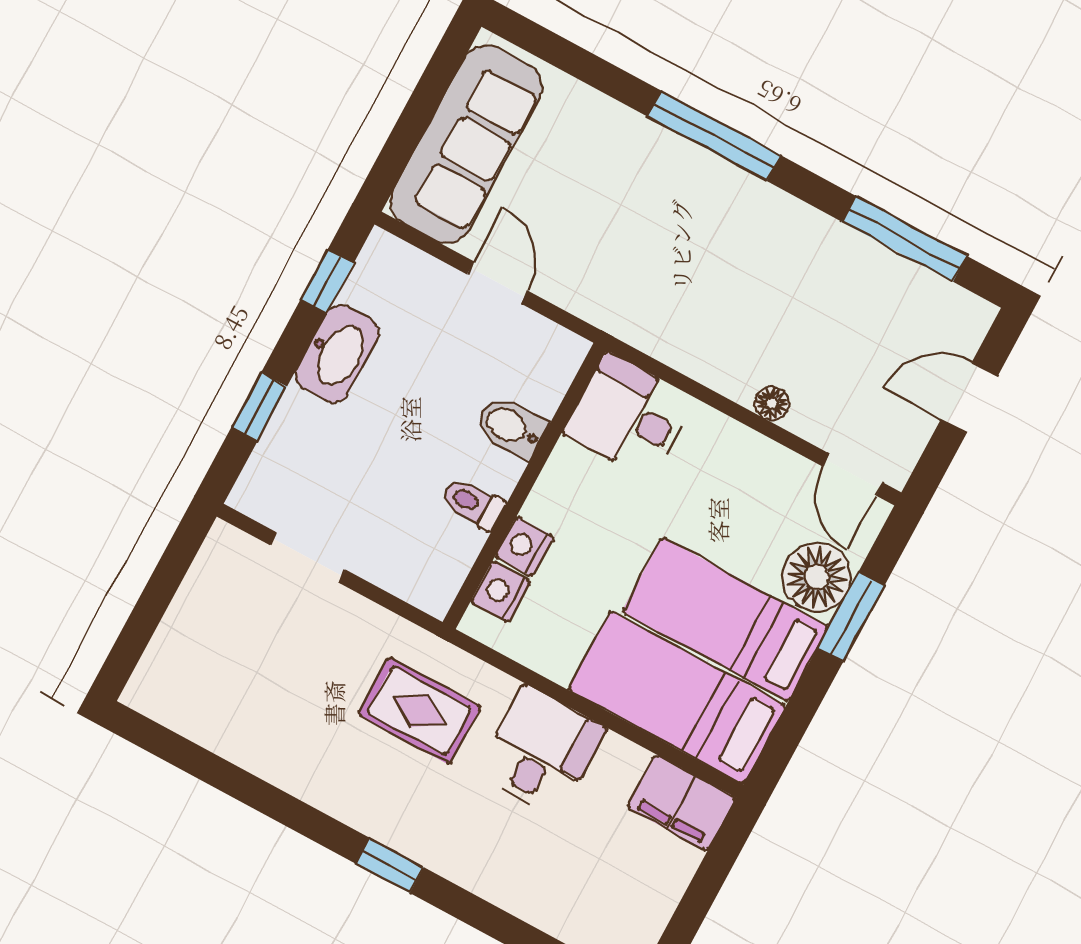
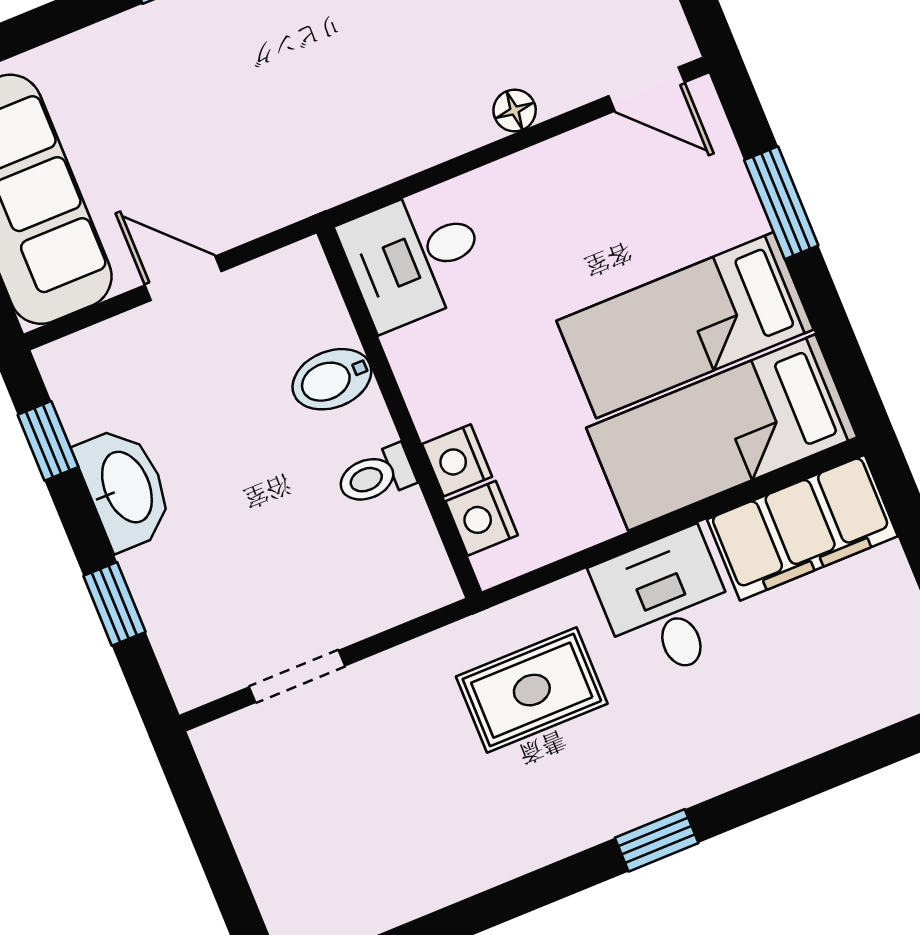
floor lamp: (817, 577) -> (716, 204), removed
filing cabinet: (682, 803) -> (802, 528), width x1.50, depth x1.17

